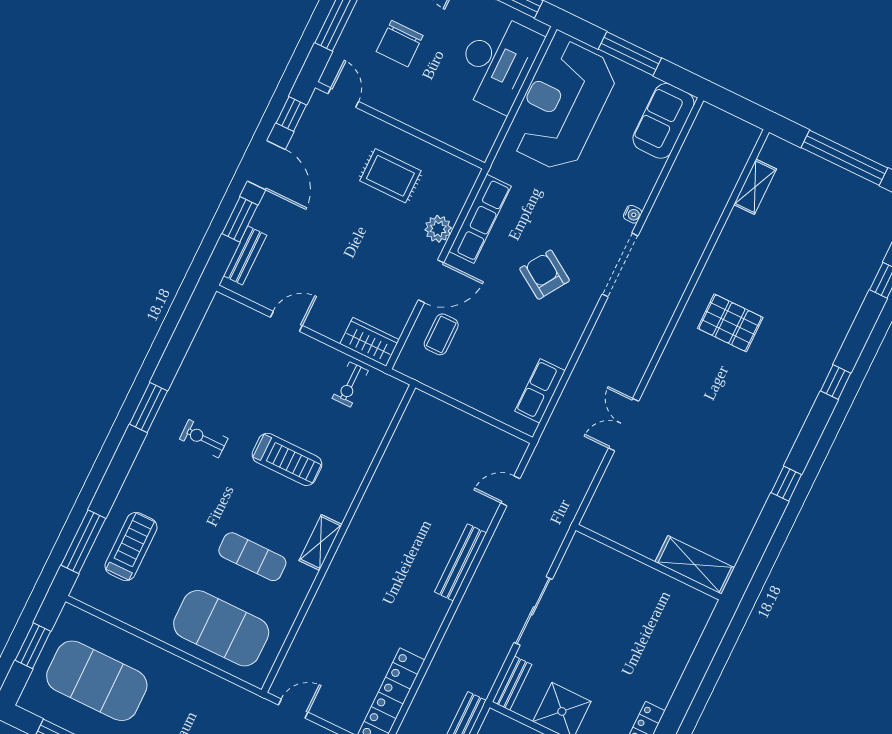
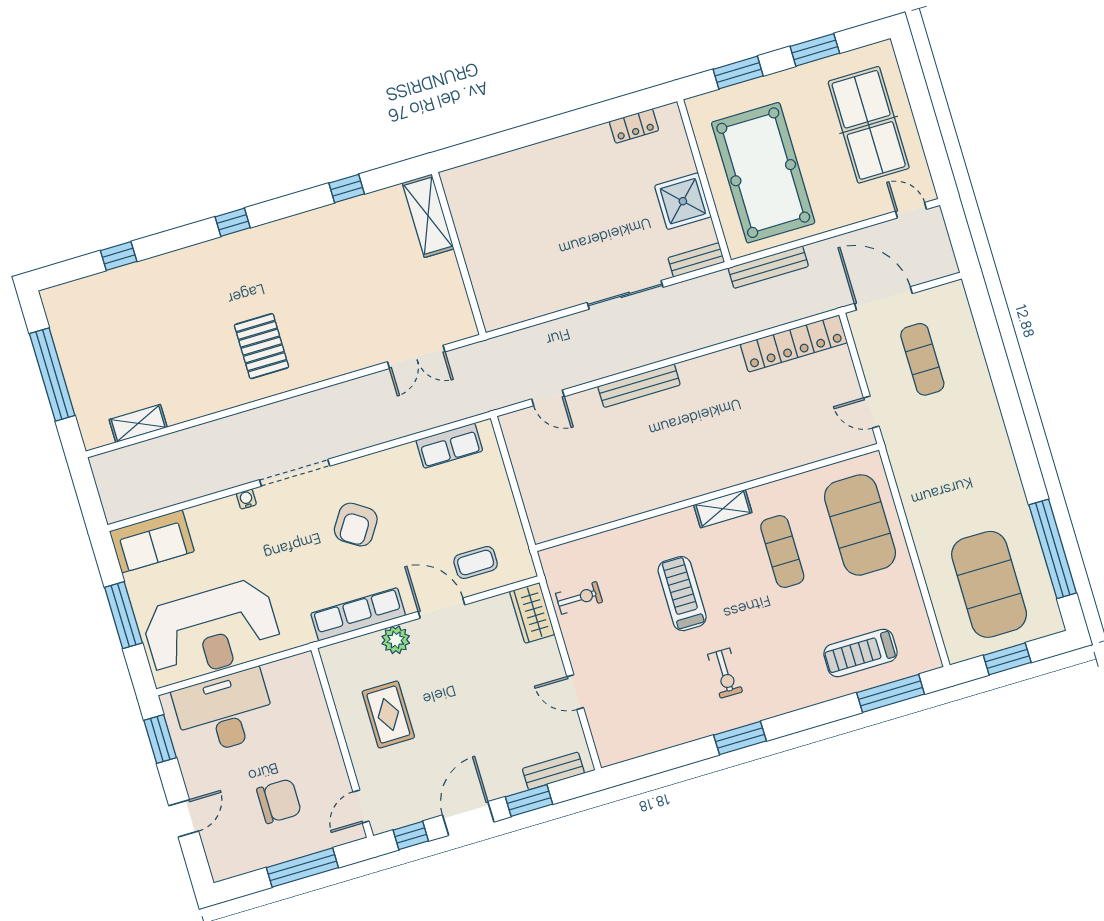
wall: (649, 562) -> (459, 253), moved
shelving: (695, 565) -> (428, 216), moved

